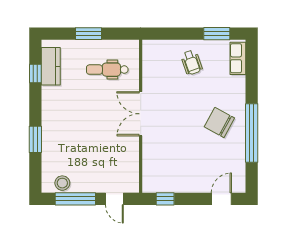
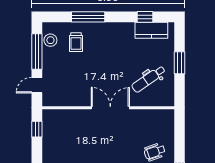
dental chair: (107, 70) -> (149, 79), turned -125
window: (35, 139) -> (88, 17), width x1.44
trolley: (65, 153) -> (76, 42), added

